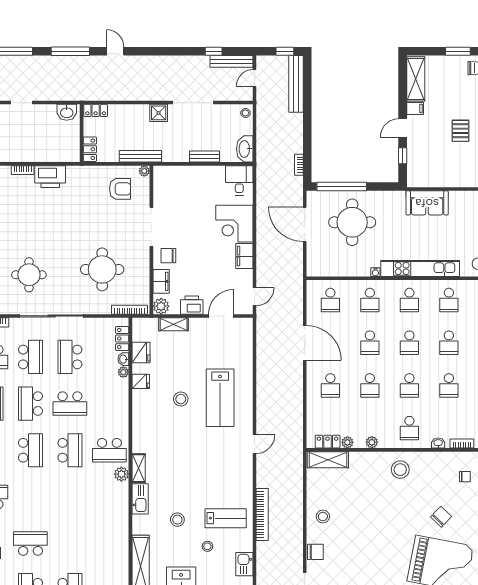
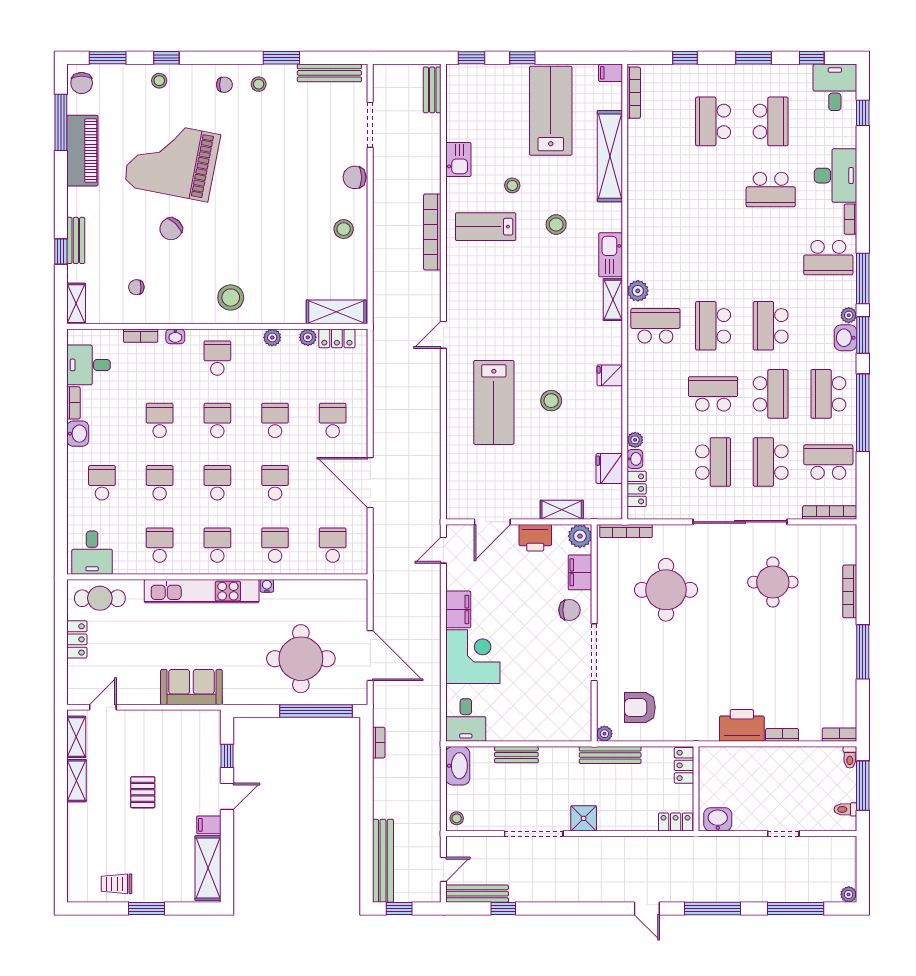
fridge: (141, 381) -> (610, 375), moved
lab bench: (220, 398) -> (494, 402), turned 180

